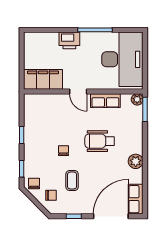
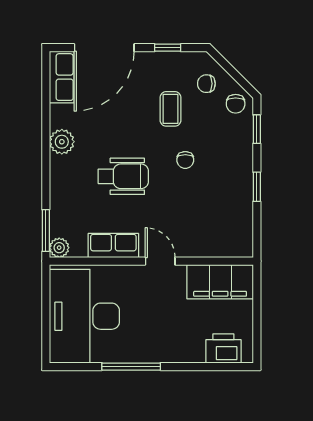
printer: (69, 40) -> (223, 348), moved

